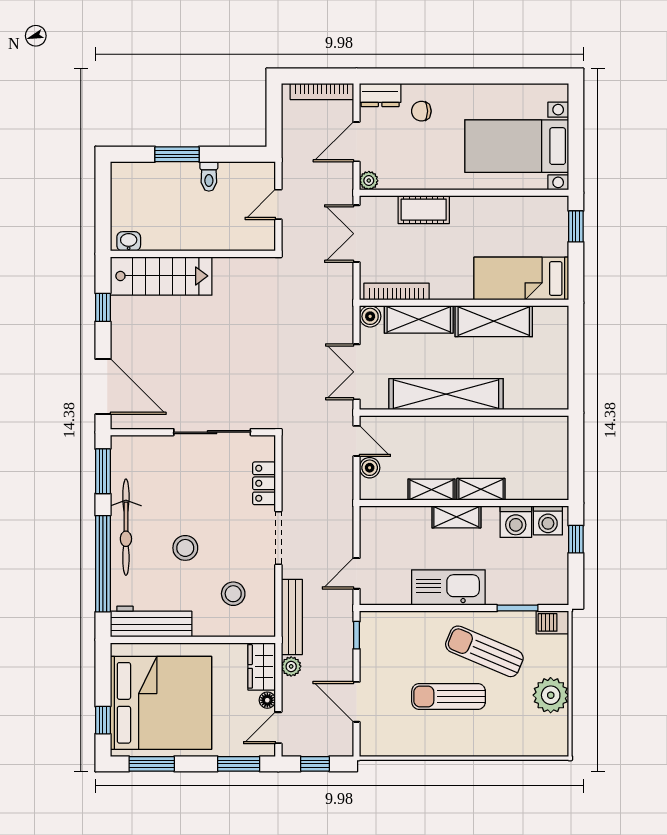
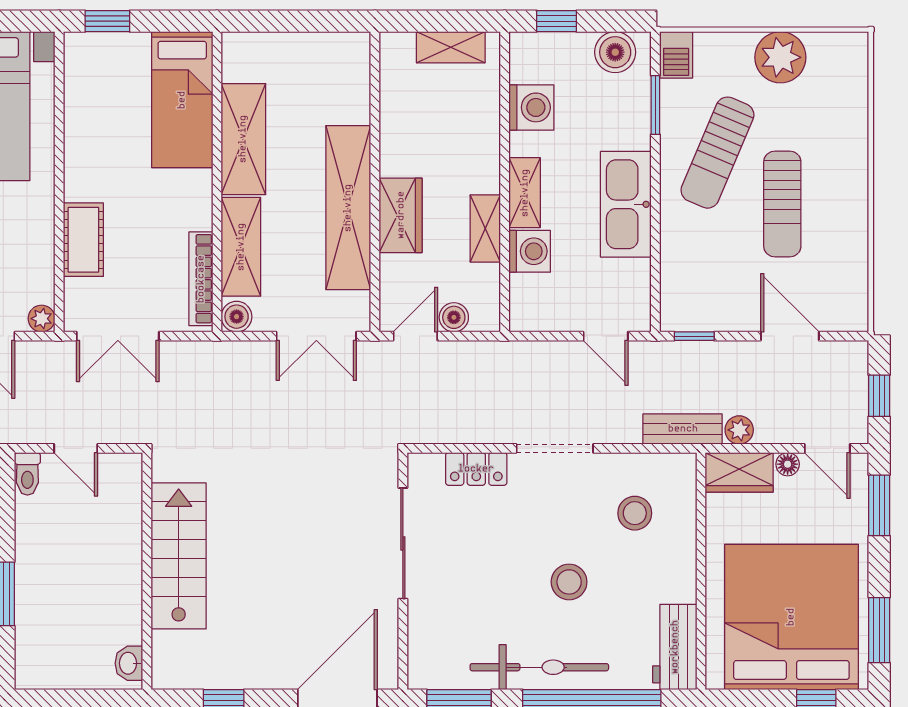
toilet: (209, 176) -> (27, 474), moved, turned 90
stairs: (161, 276) -> (179, 556), moved
wardrobe: (441, 431) -> (401, 215), added
shelving: (481, 489) -> (451, 47), moved, turned 90
washing machine: (548, 520) -> (530, 251), moved
boiler: (554, 580) -> (615, 52), added
bench: (292, 617) -> (683, 429), width x0.73
workbench: (151, 622) -> (675, 647), width x0.73
door: (356, 702) -> (790, 336), swing flipped

